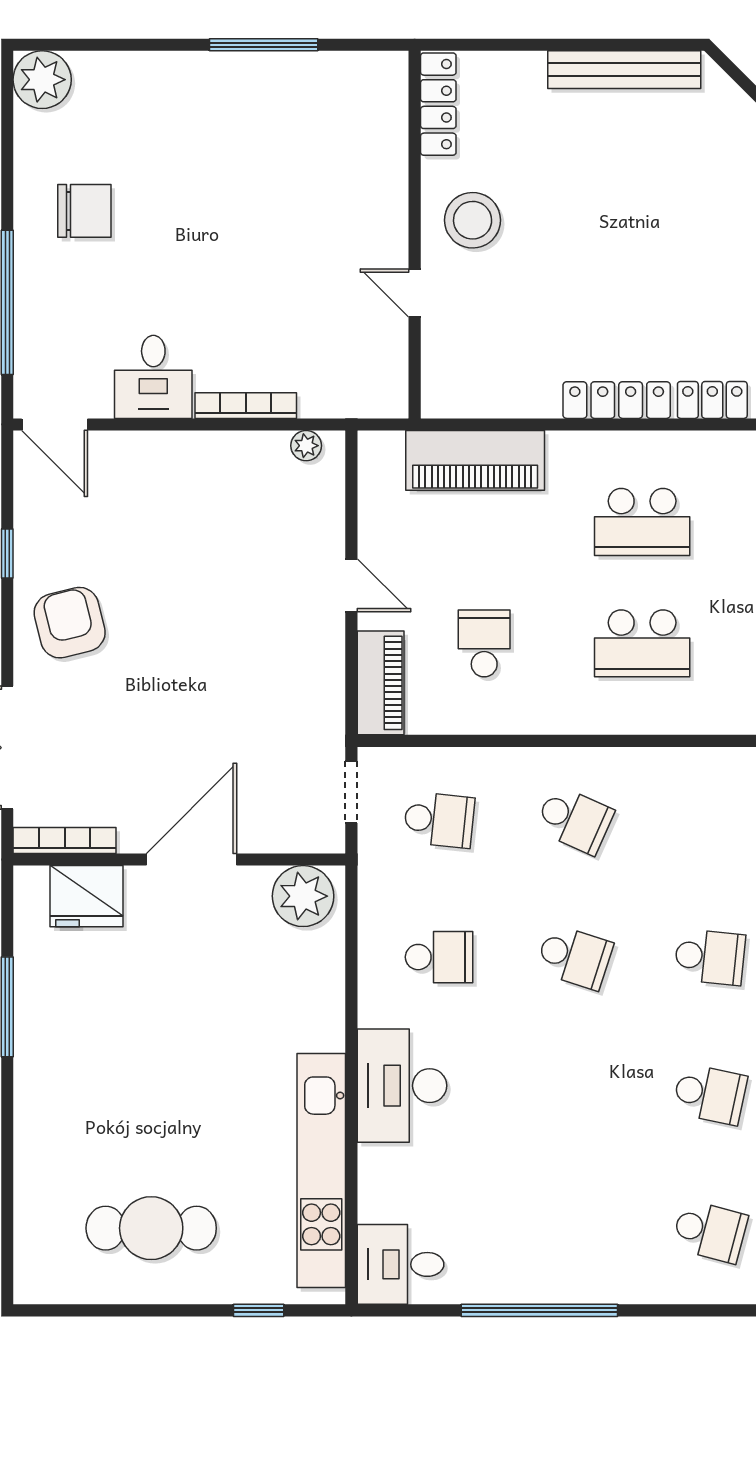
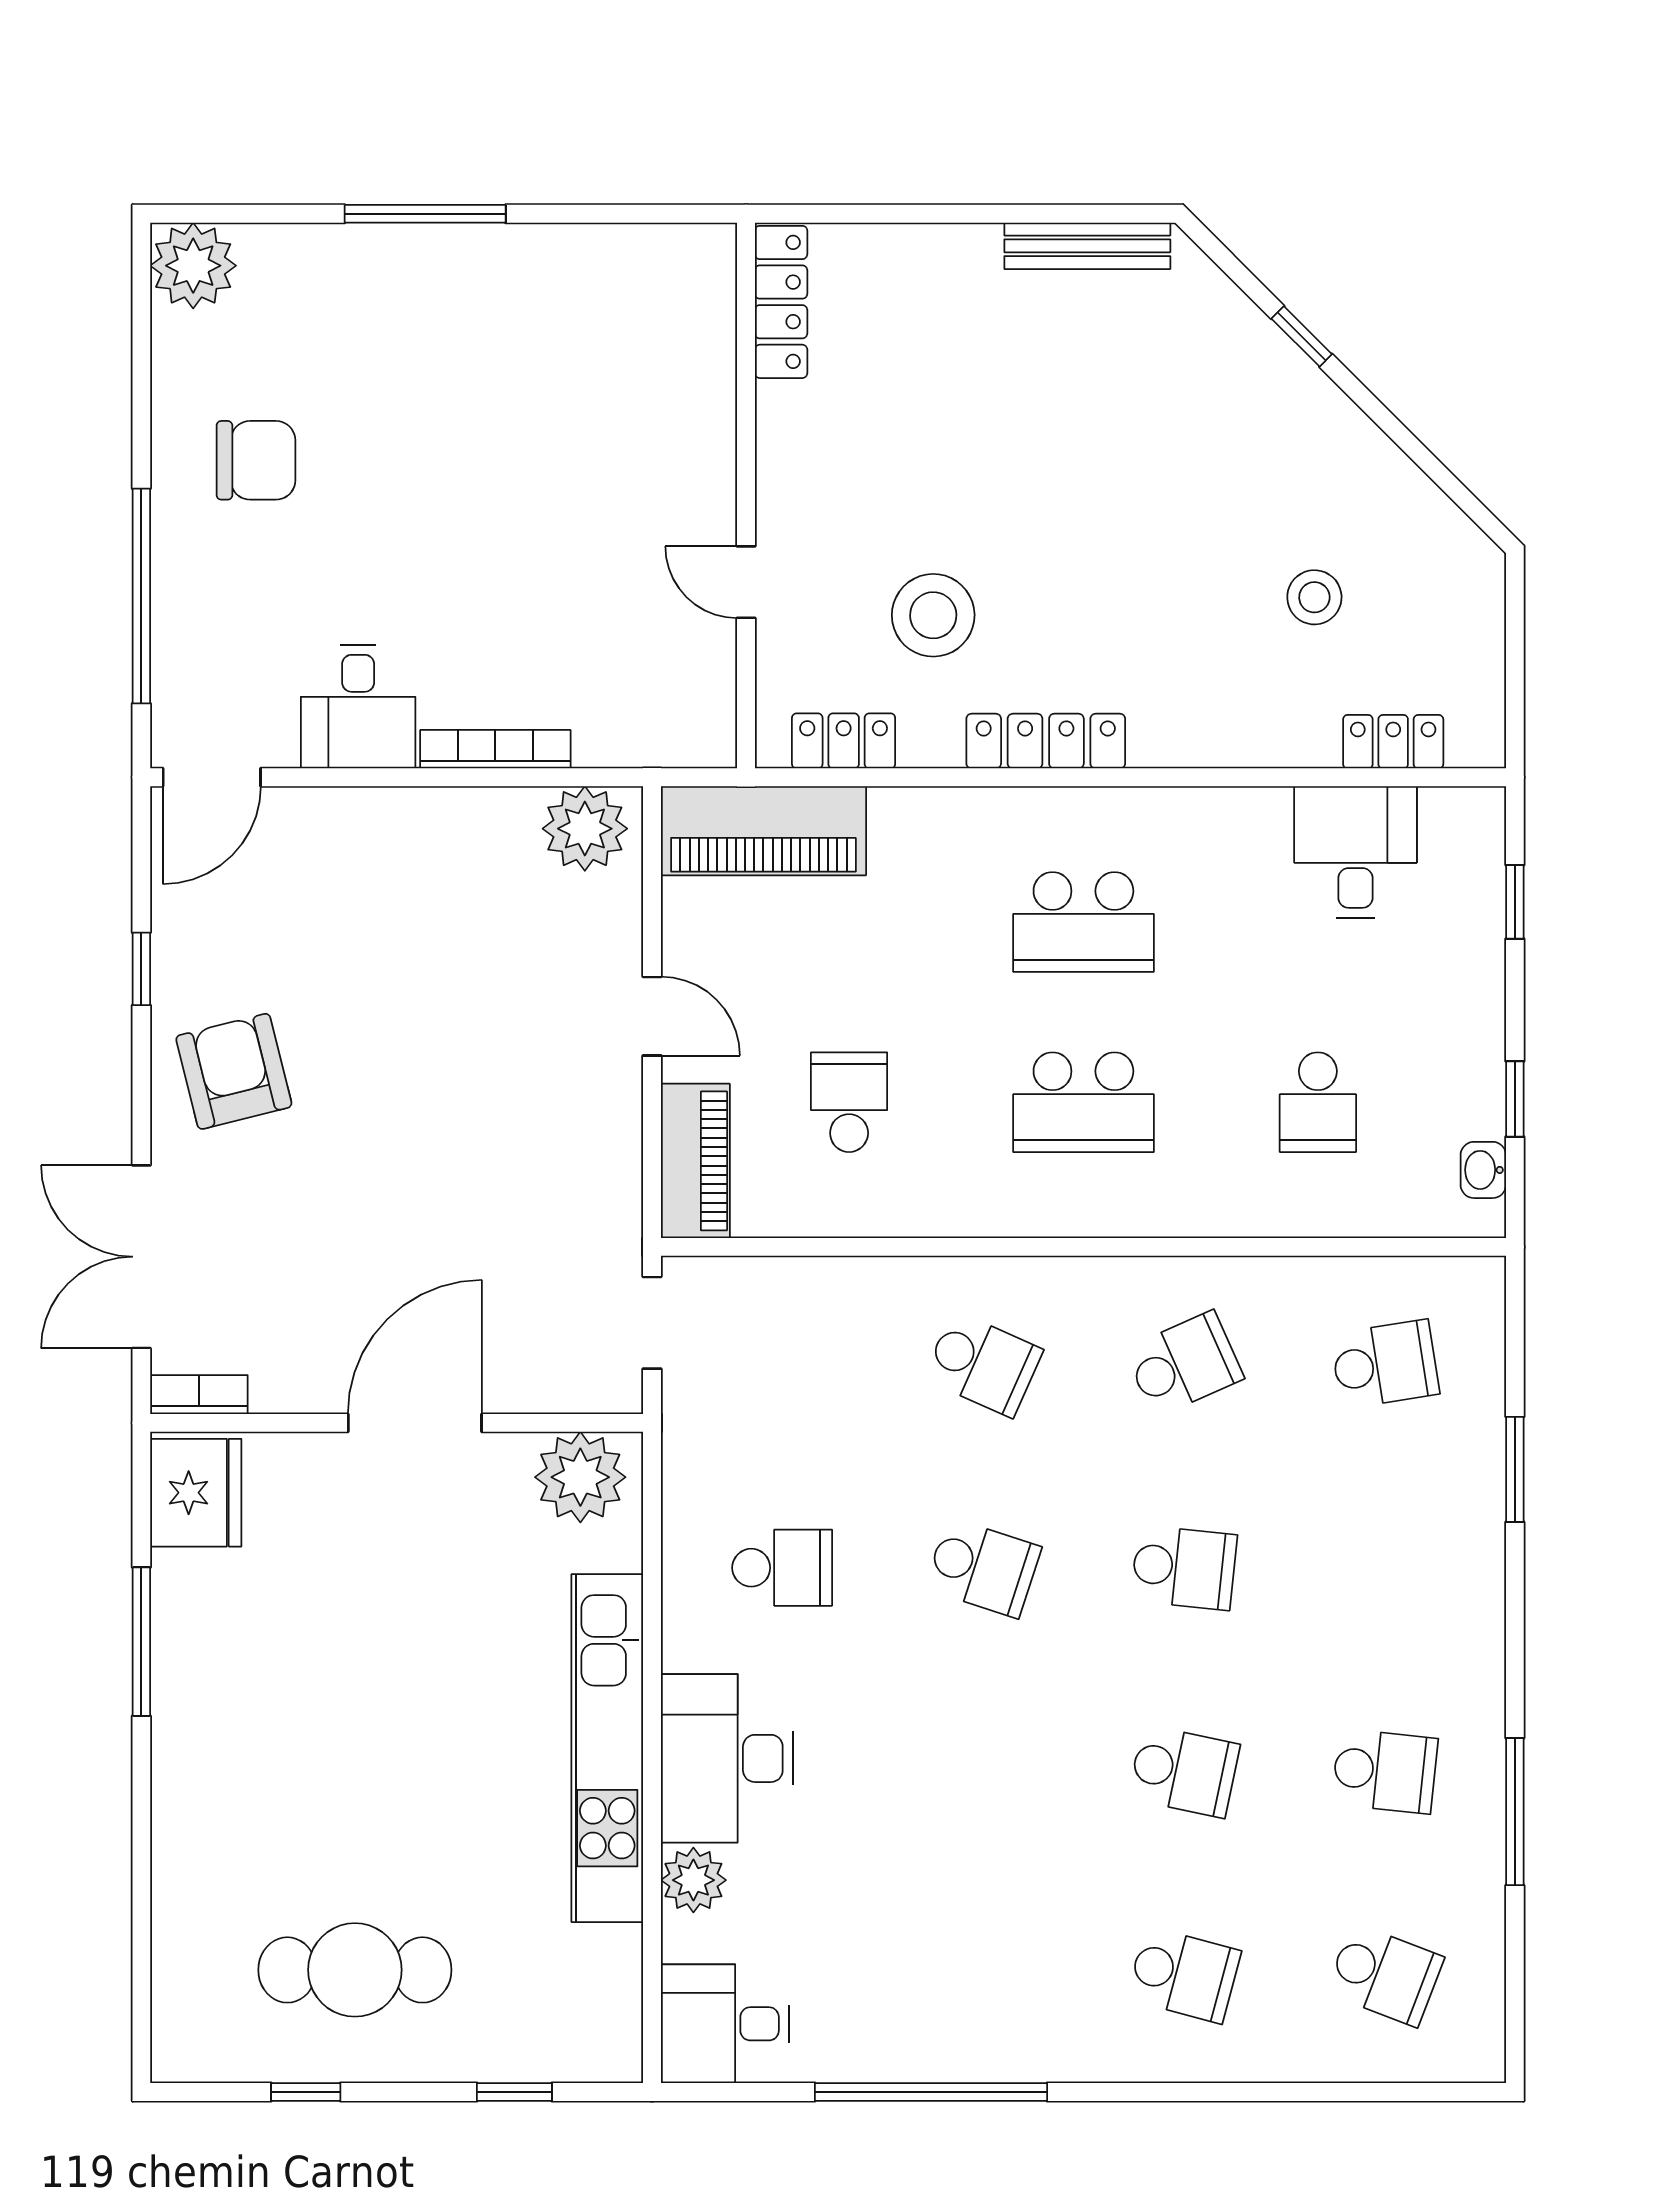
window: (264, 45) -> (425, 214), moved
bench: (624, 70) -> (1087, 246), width x0.73, depth x0.82
stool: (473, 220) -> (933, 615), moved
locker: (712, 400) -> (844, 741), moved
door: (55, 424) -> (212, 777), hinge flipped
plant: (306, 446) -> (585, 829), width x1.88, depth x1.88
piano: (475, 460) -> (763, 831), moved
school desk: (439, 820) -> (1184, 1364), moved, turned -30
bookcase: (65, 840) -> (199, 1395), width x0.64
fridge: (86, 896) -> (196, 1493), moved, turned -90
plant: (379, 1168) -> (693, 1880), added
kitchen unit: (321, 1171) -> (607, 1748), moved
window: (118, 1310) -> (306, 2092), added

